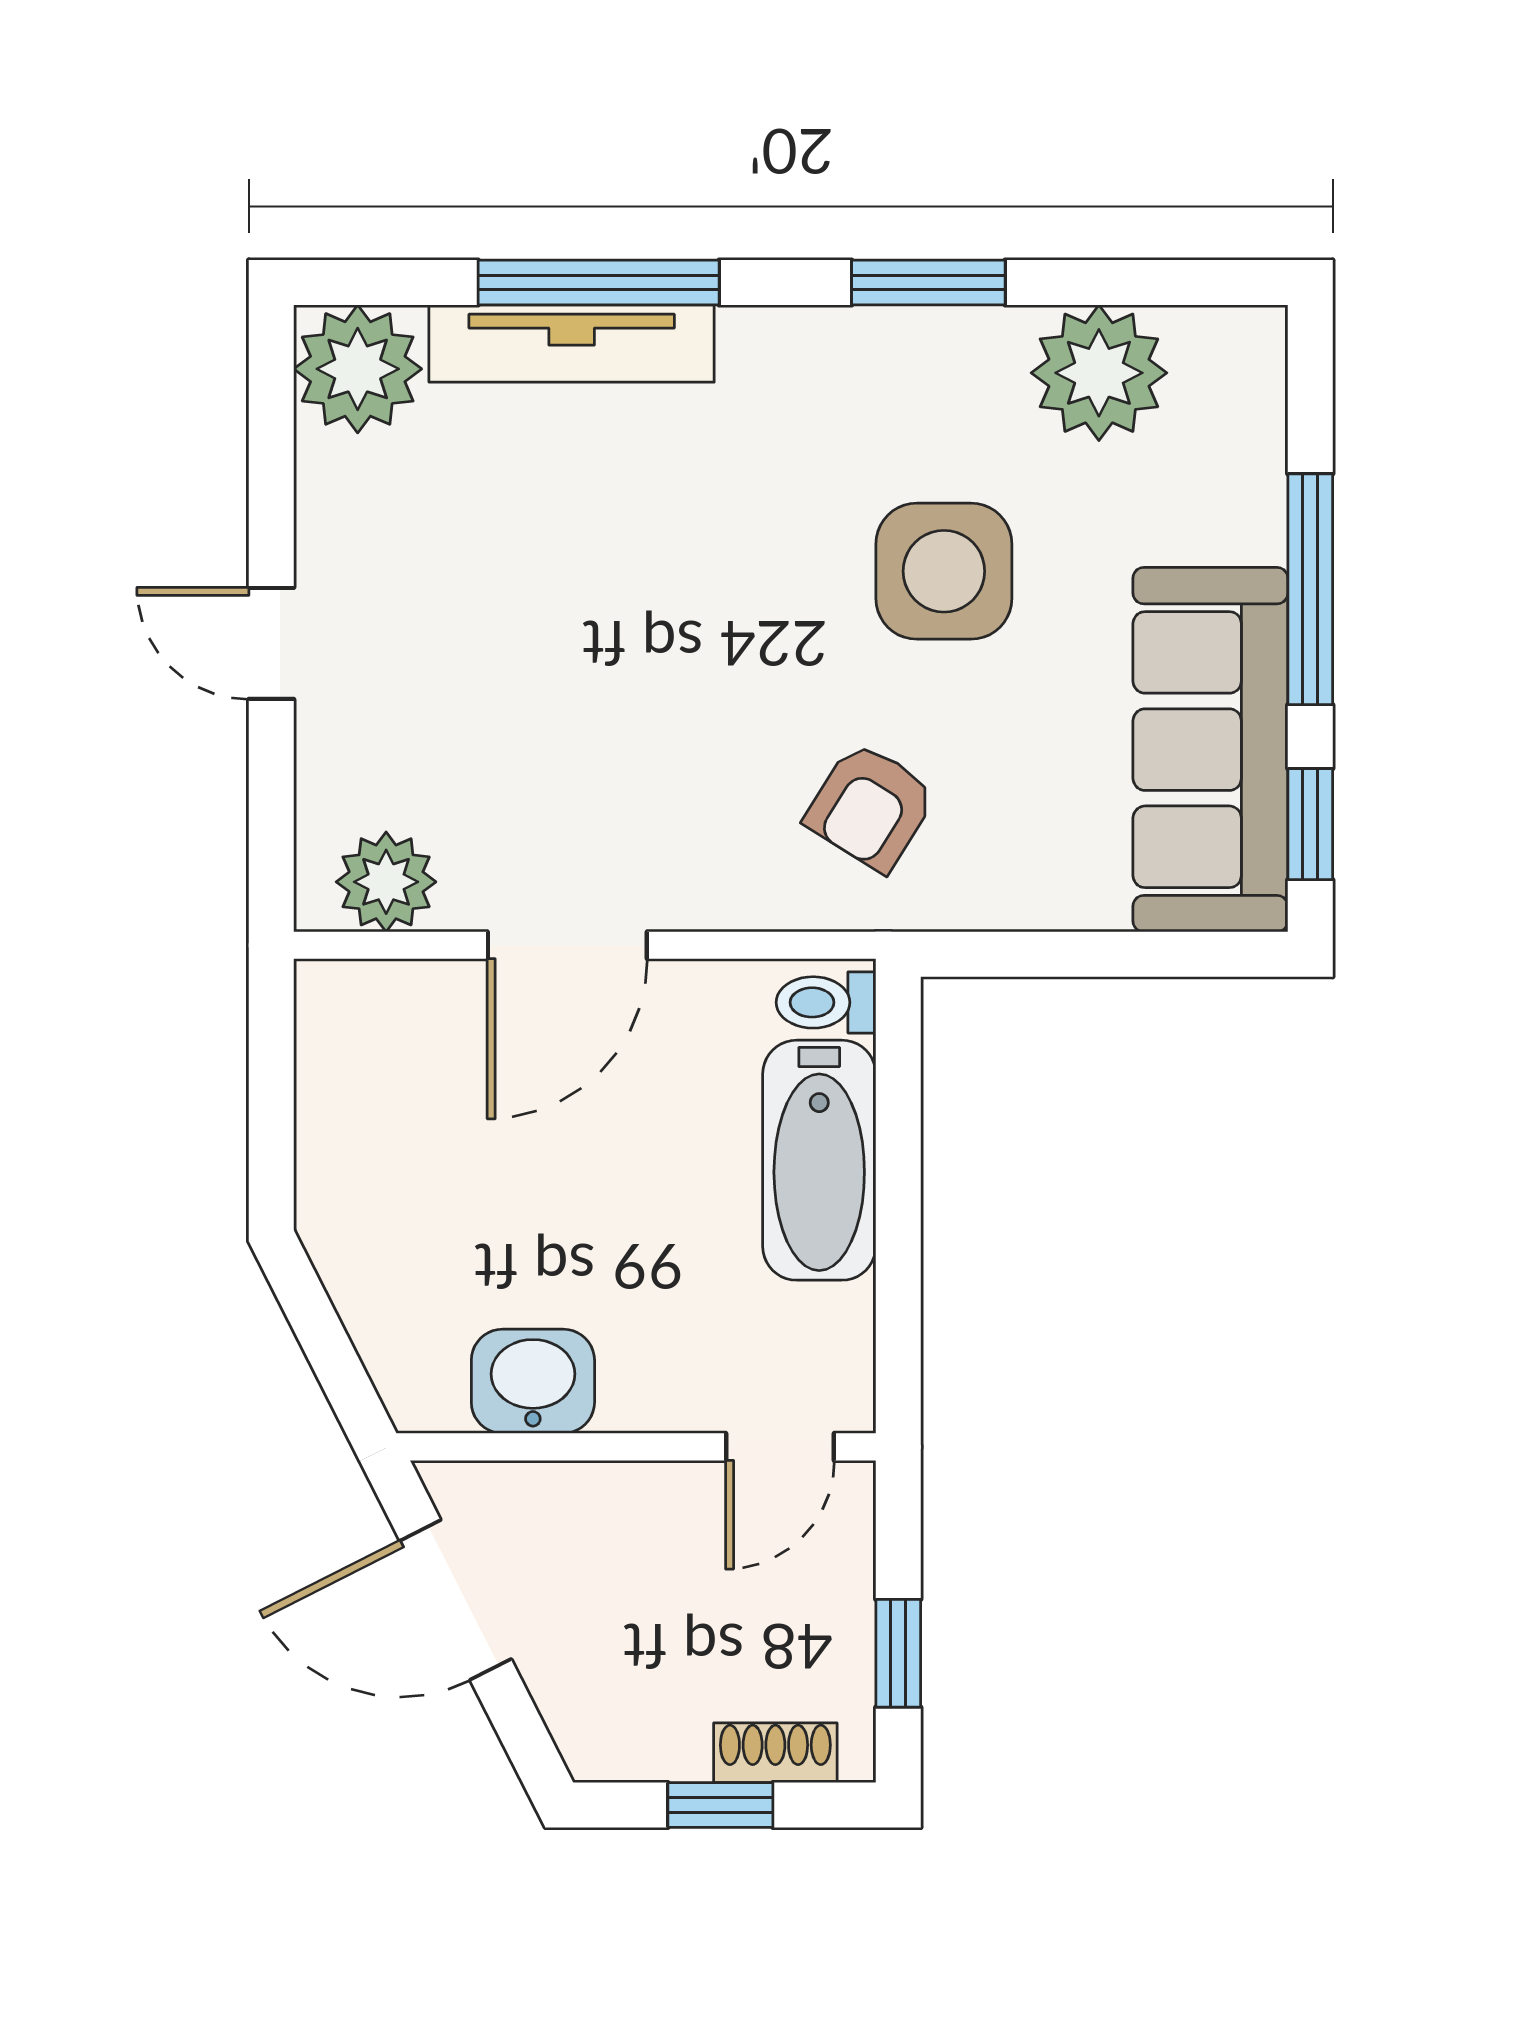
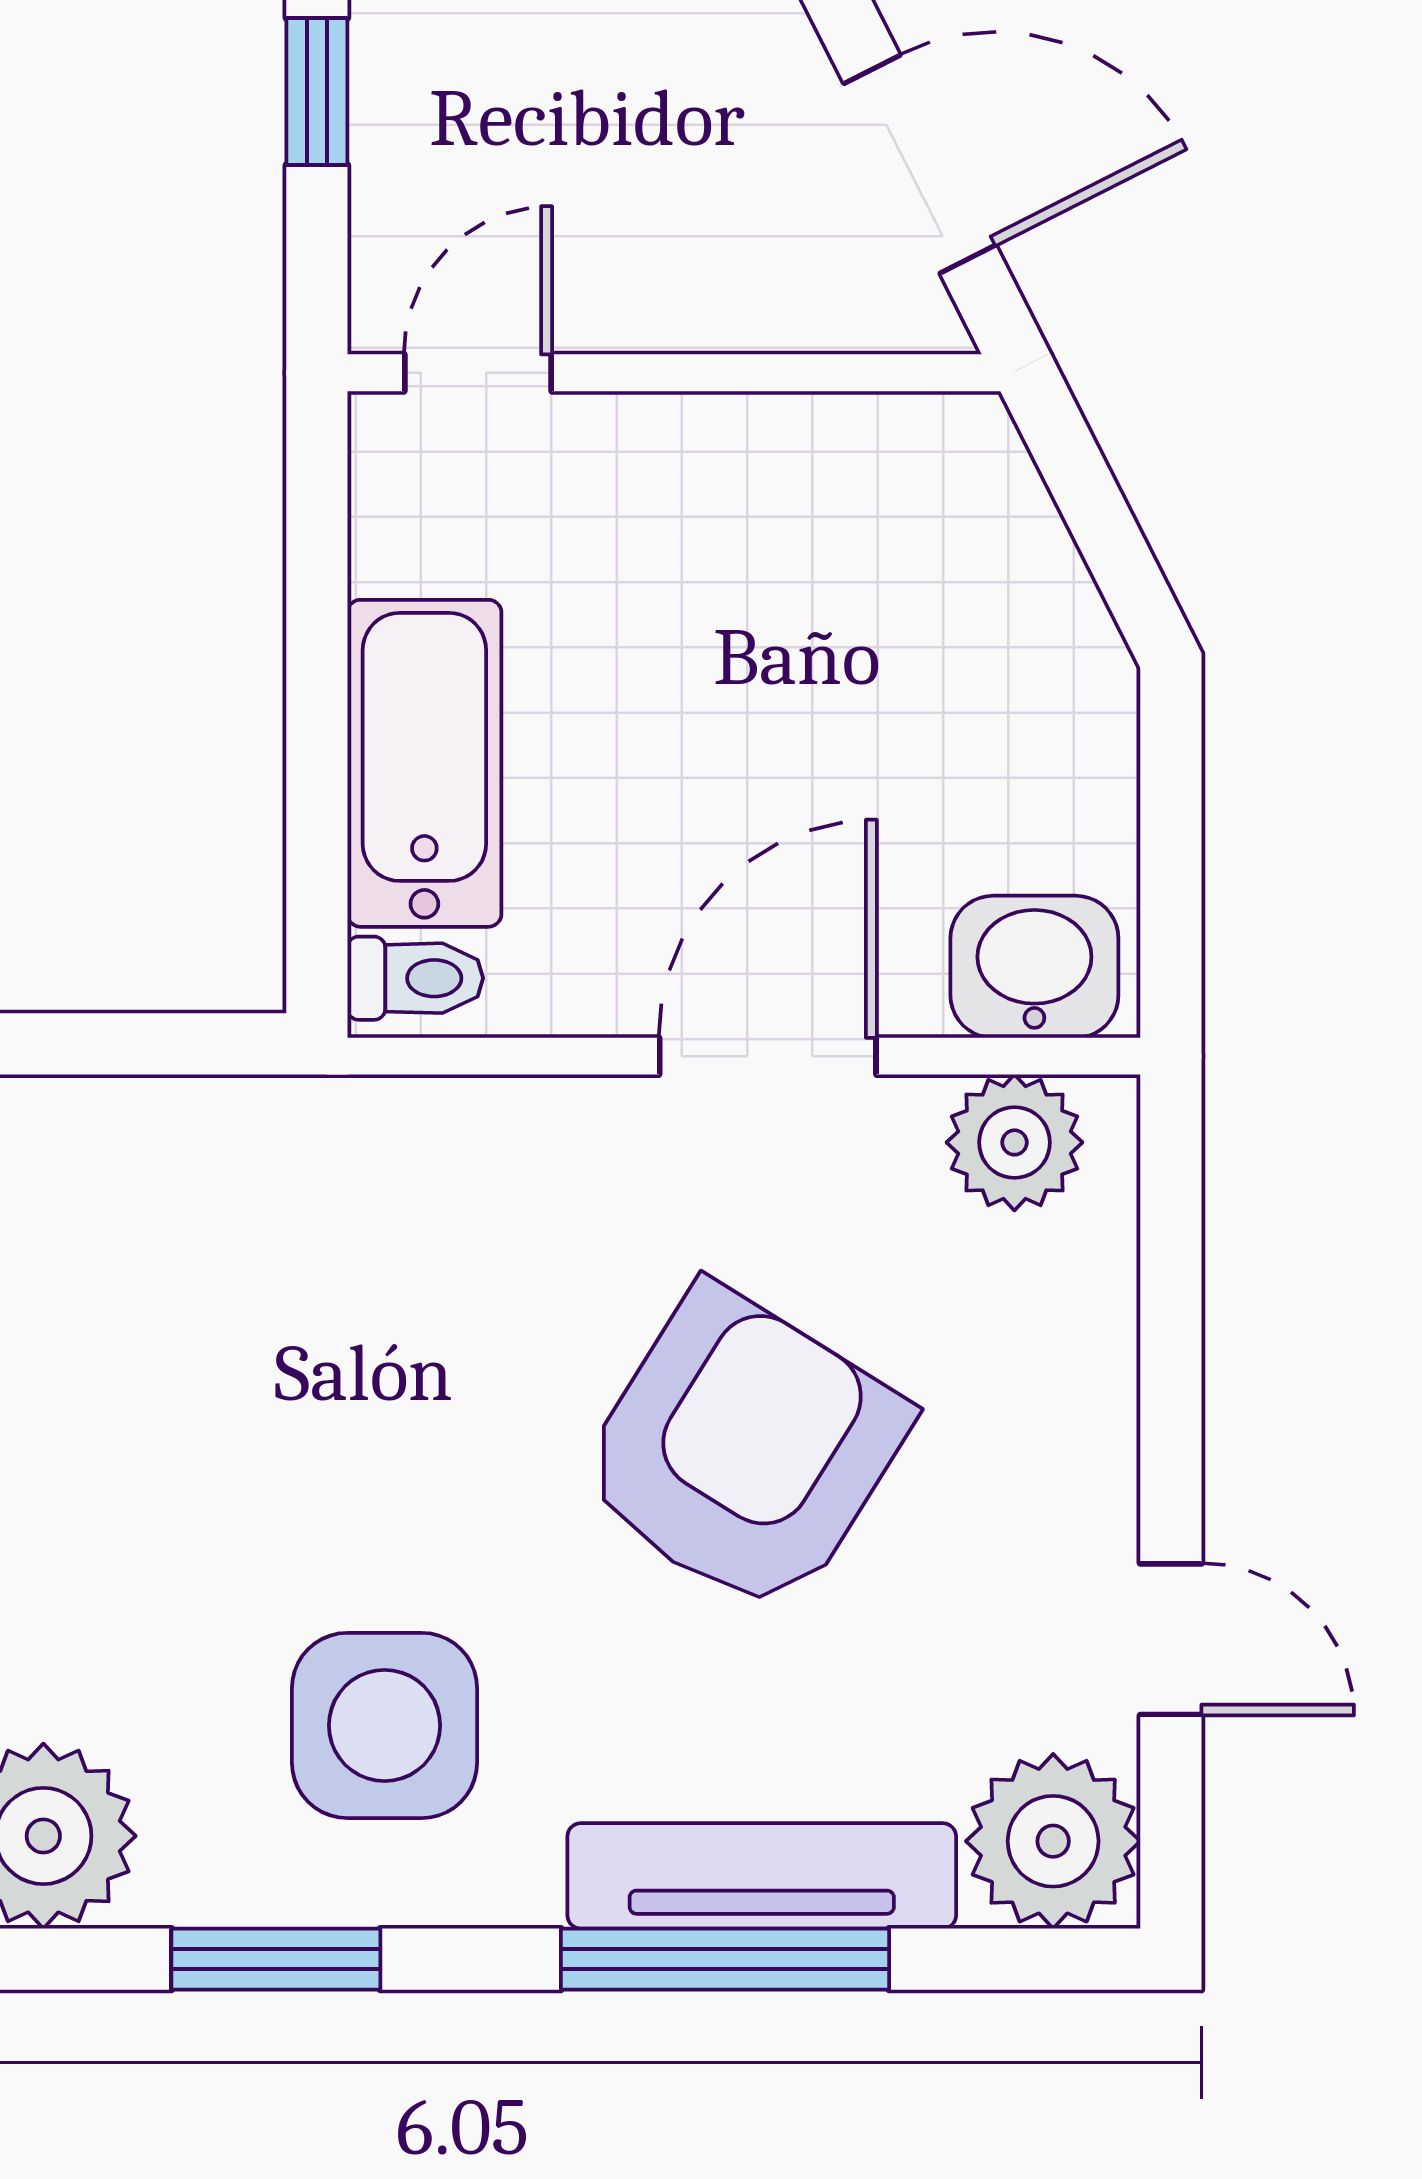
side table: (944, 571) -> (385, 1725), moved
door: (271, 643) -> (1171, 1639), moved
armchair: (871, 807) -> (743, 1451), moved, width x1.88, depth x1.88
washbasin: (533, 1381) -> (1034, 967), moved, turned 180

